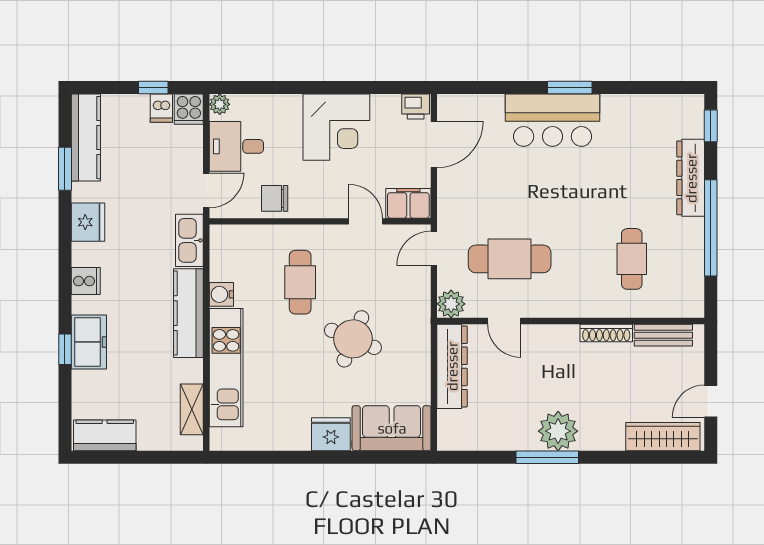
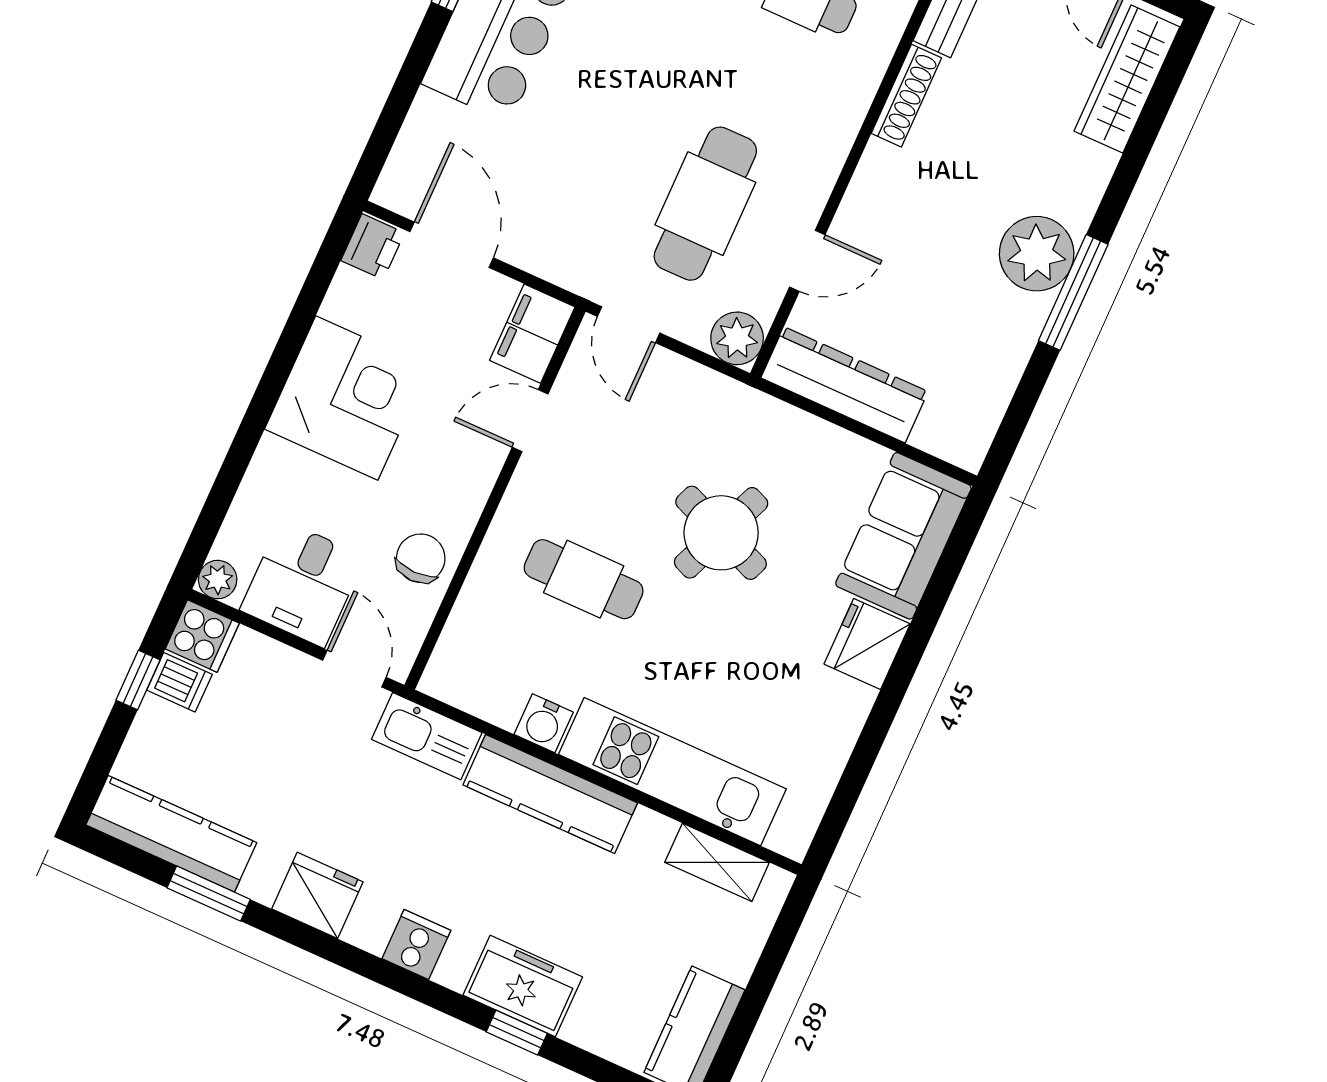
chair: (275, 198) -> (421, 558), turned 180

